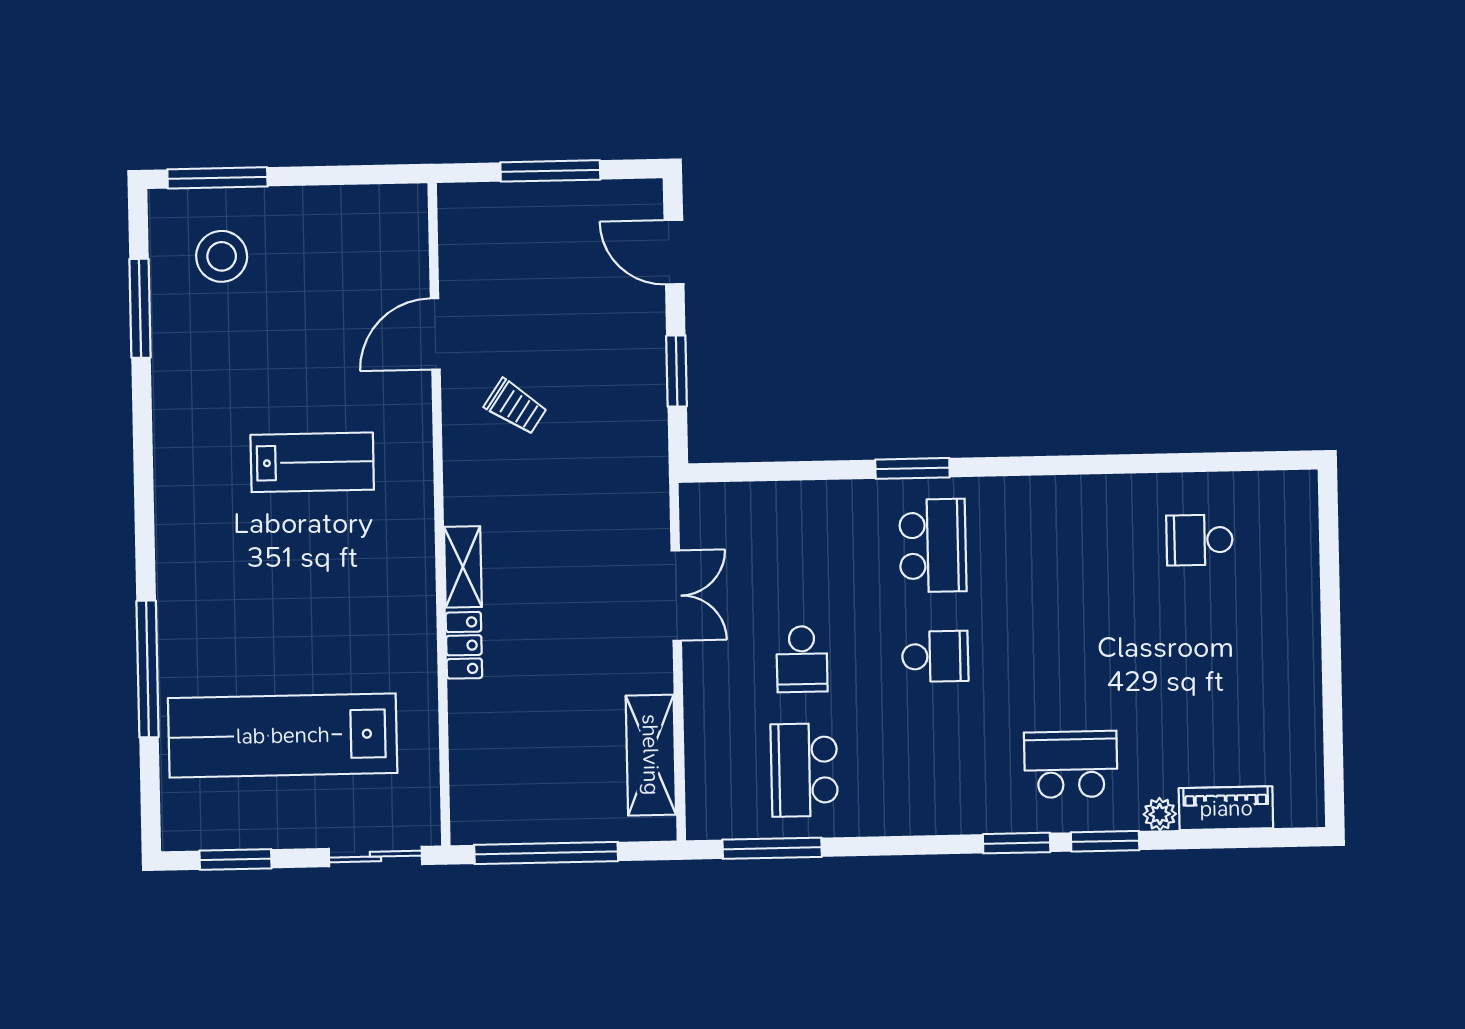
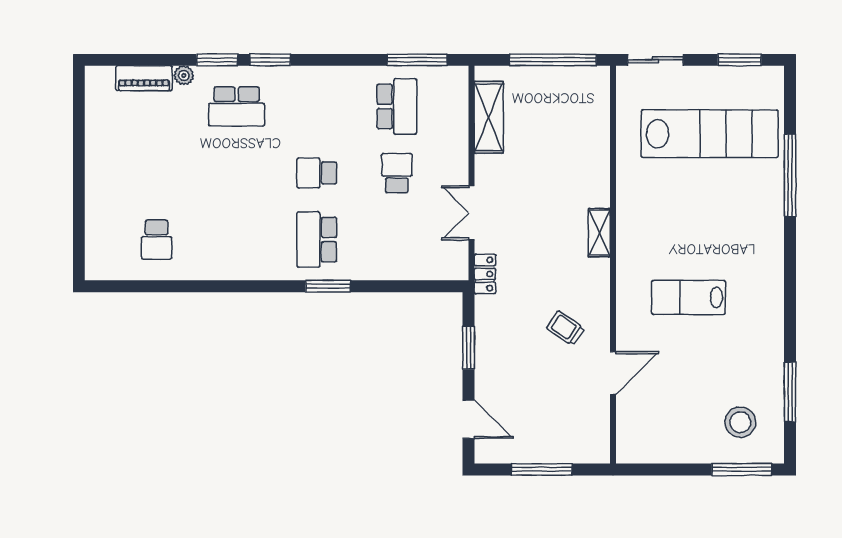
school desk: (1199, 540) -> (157, 240), turned 90
locker: (464, 645) -> (485, 274), moved, turned 180

